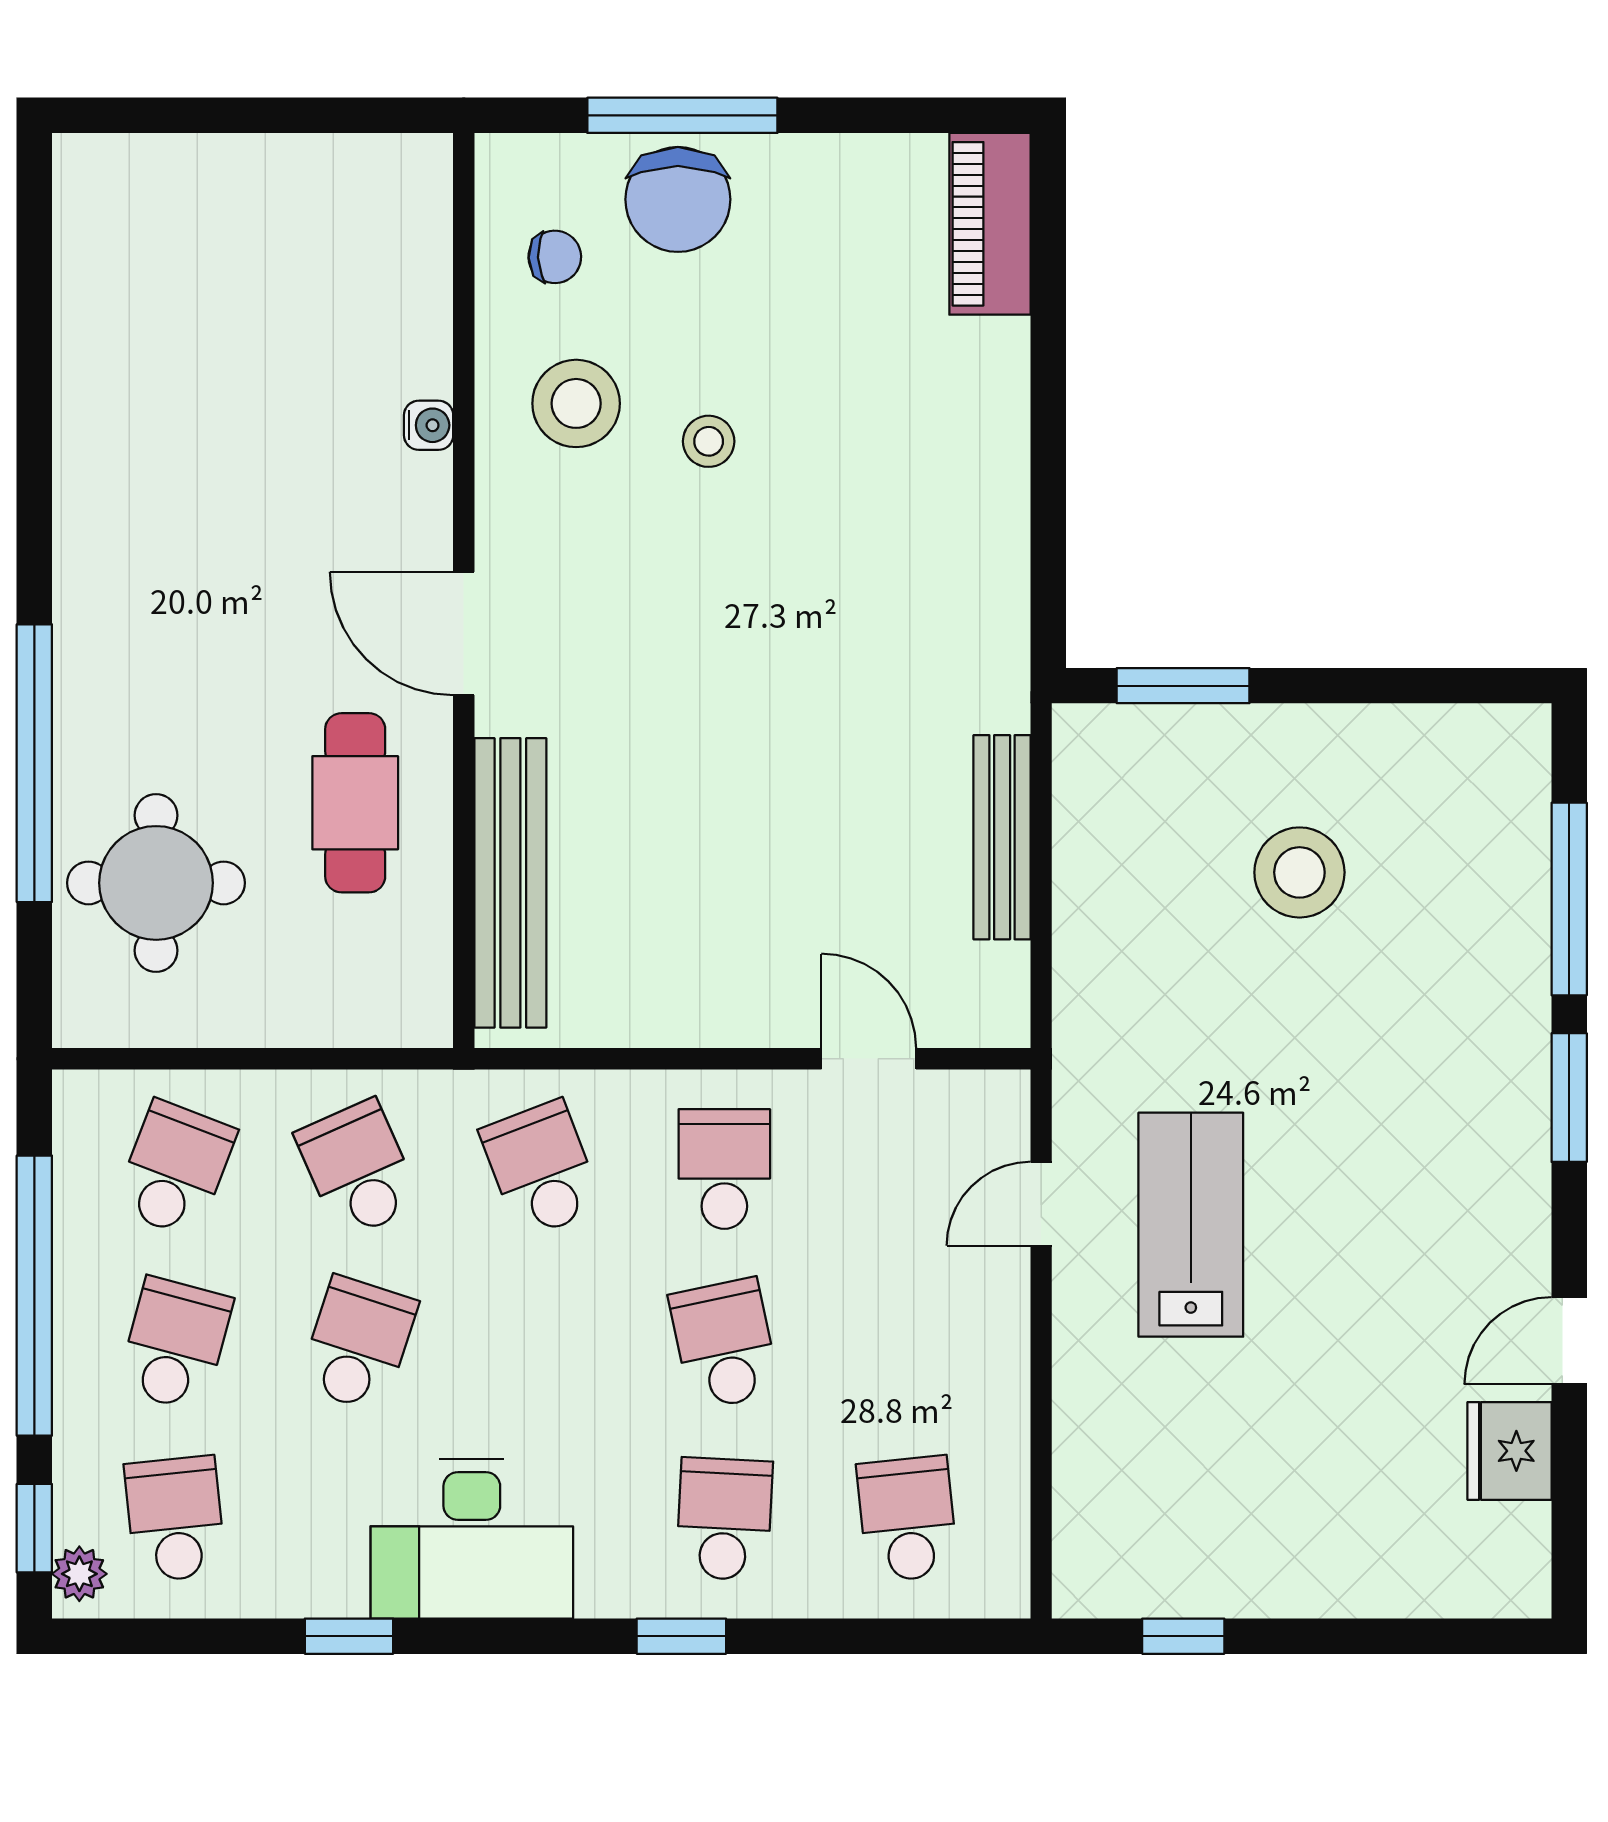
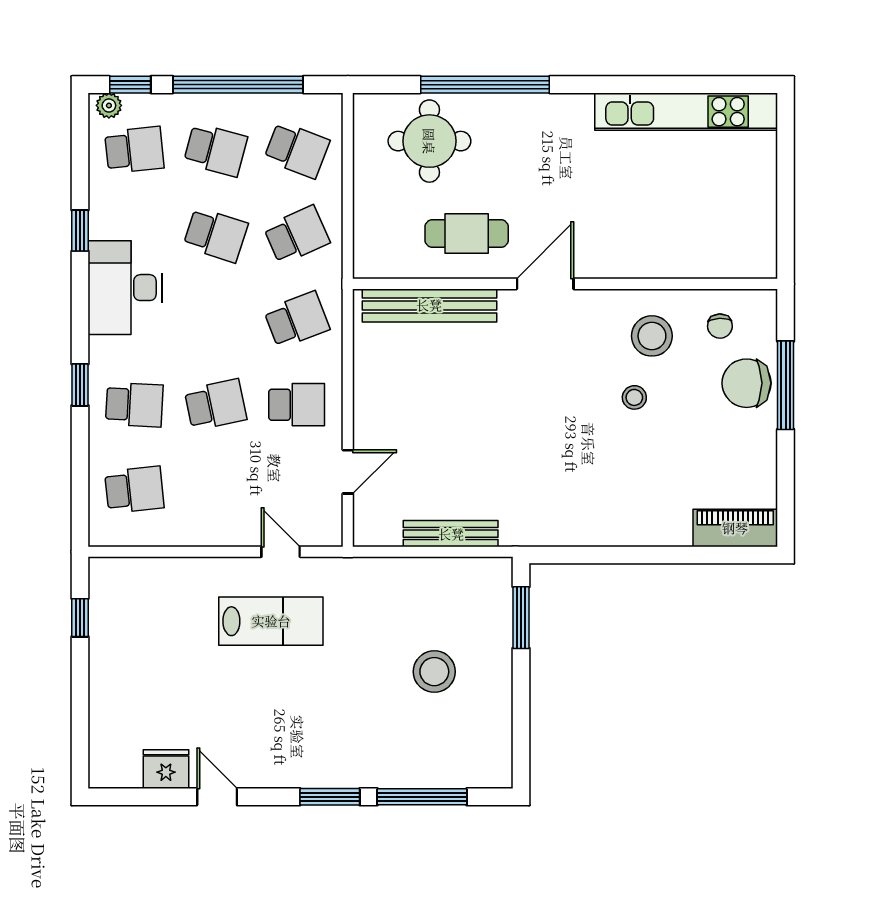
kitchen unit: (93, 330) -> (686, 112), added
water cooler: (429, 425) -> (642, 268), removed

